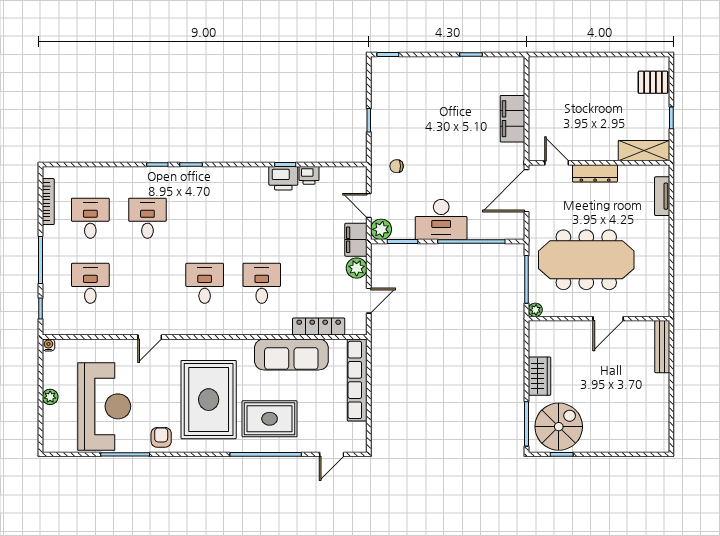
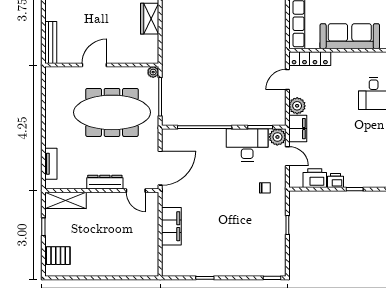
printer: (283, 178) -> (315, 178), moved
desk: (441, 220) -> (247, 145), moved
locker: (319, 327) -> (310, 59), moved

